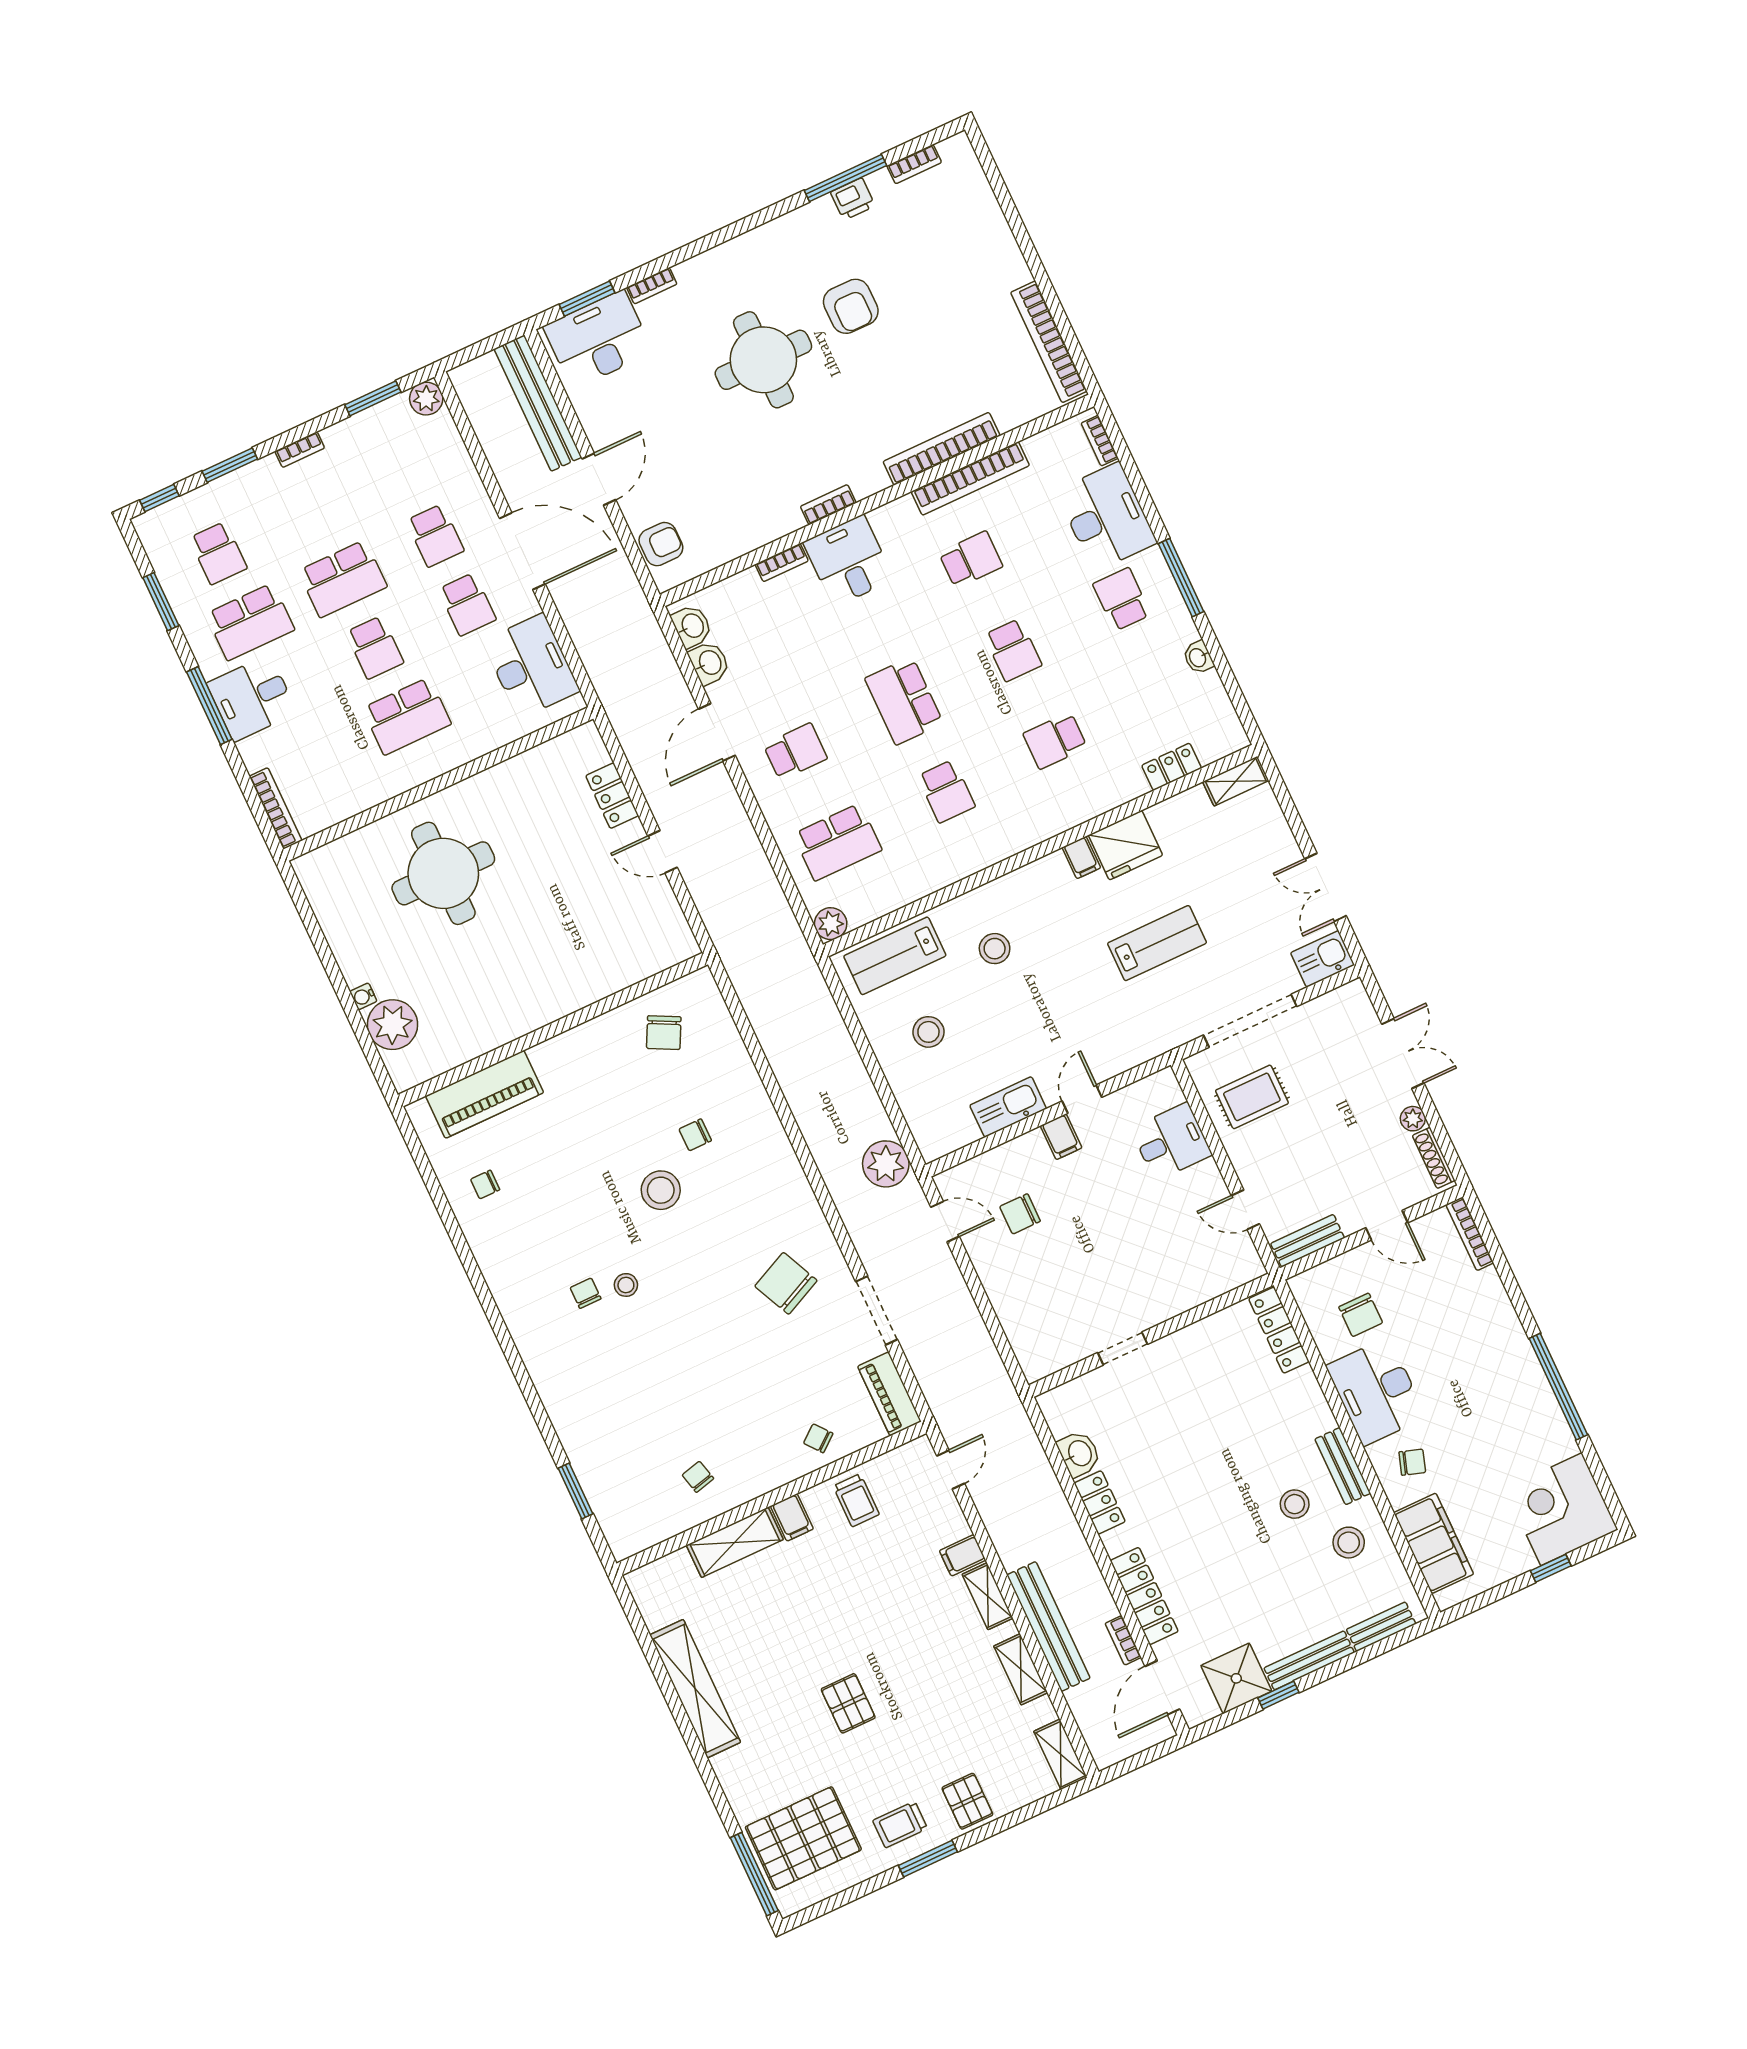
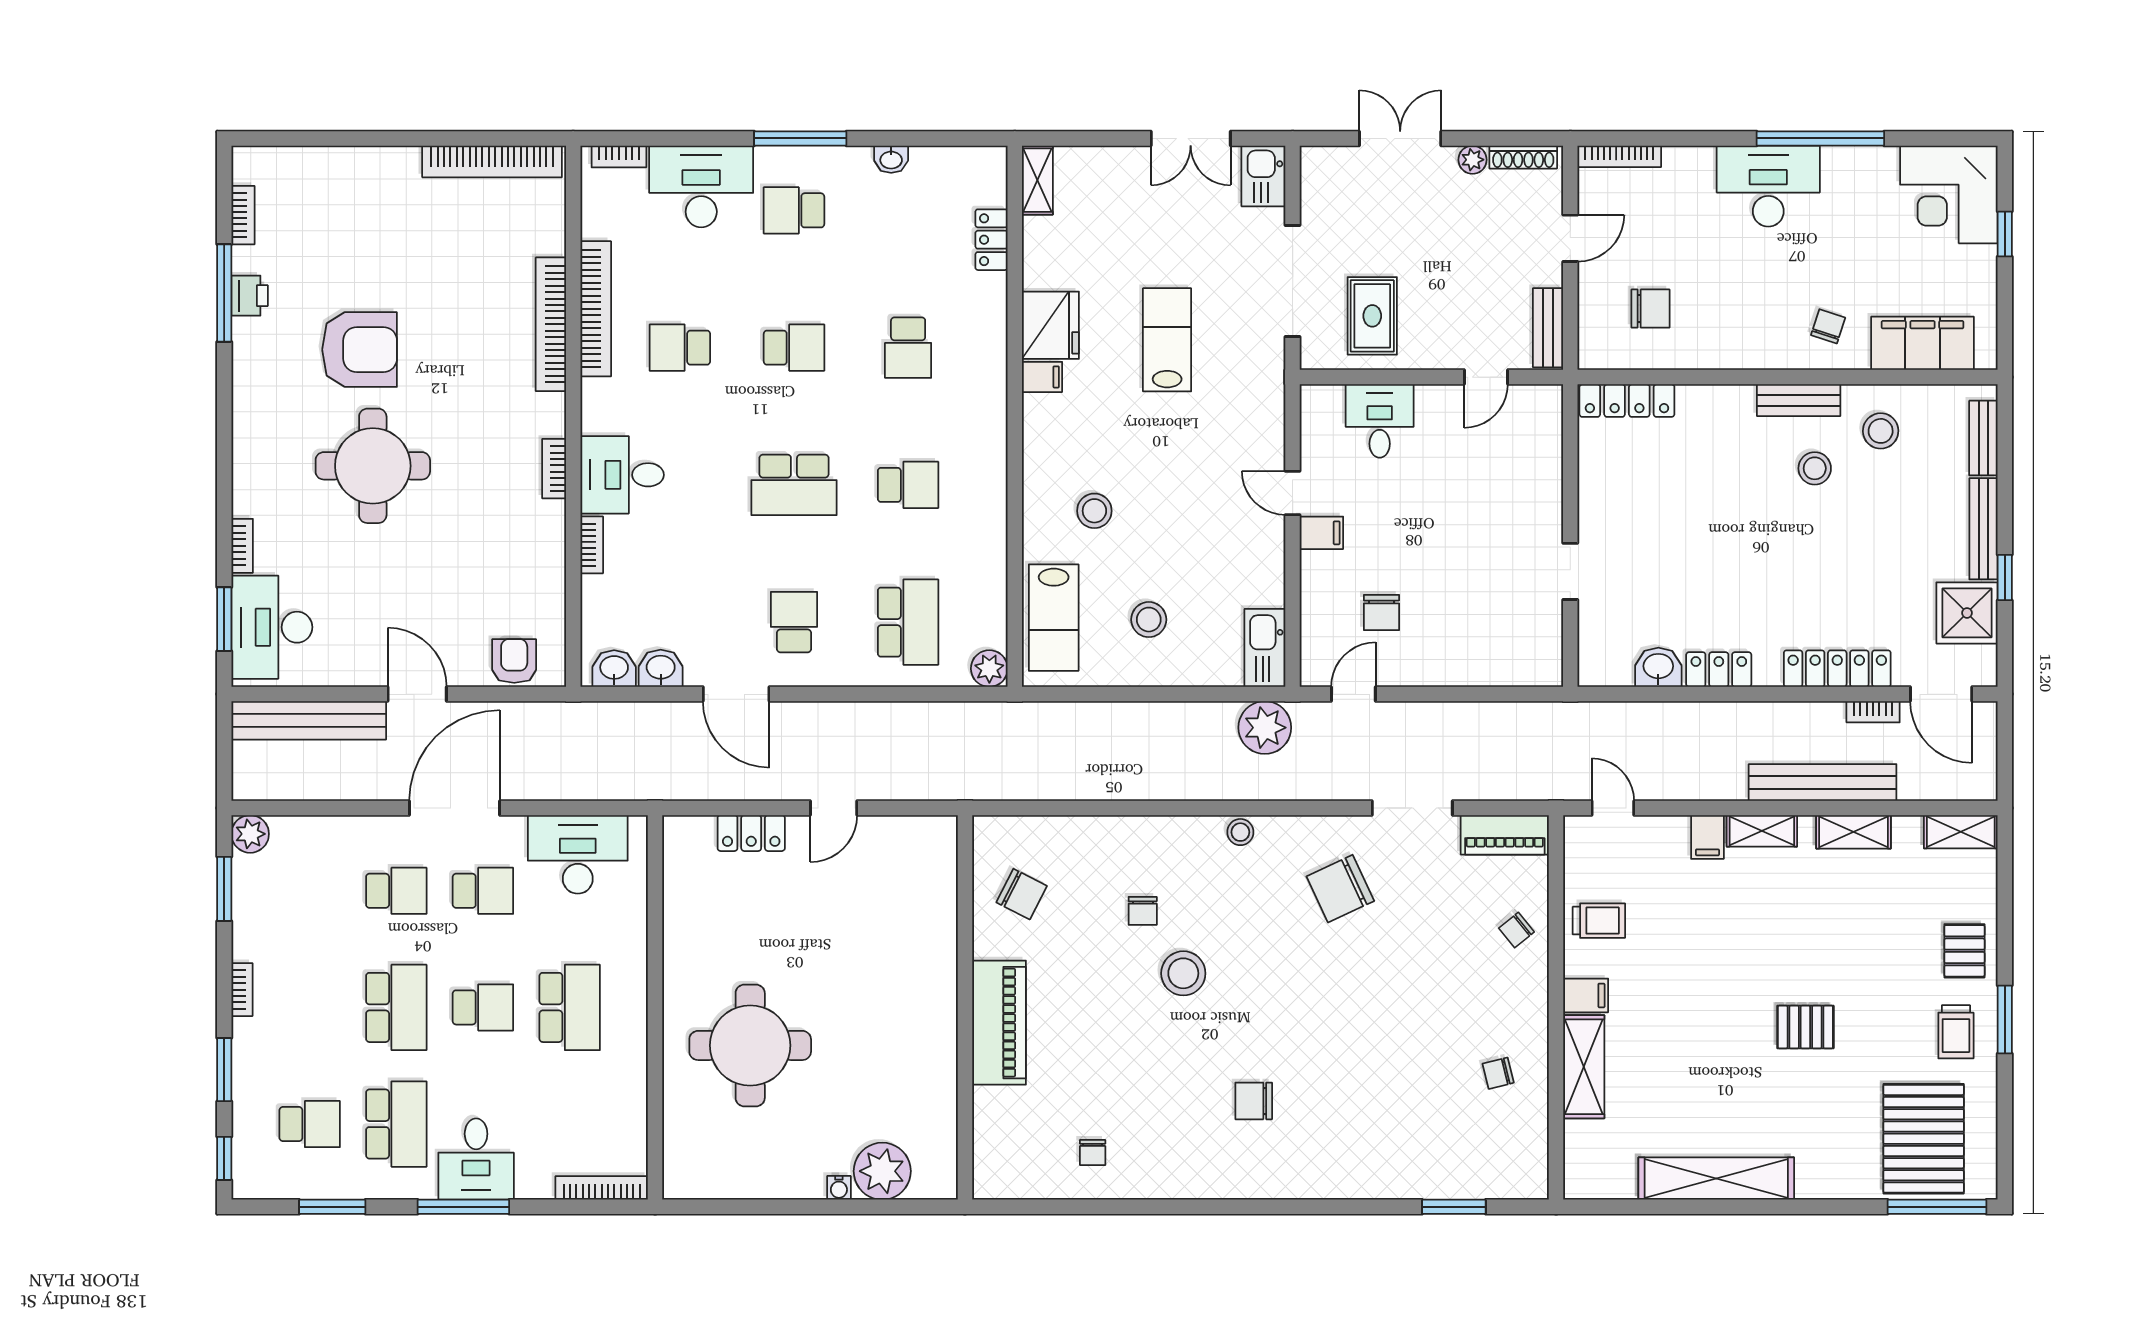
armchair: (851, 306) -> (360, 350), width x1.36, depth x1.36
school desk: (971, 560) -> (680, 348), turned -90
piano: (485, 1094) -> (999, 1023), moved
kitchen sink: (1008, 1107) -> (1265, 648), moved
stool: (626, 1285) -> (1240, 832), moved
chair: (586, 1293) -> (1254, 1101), width x1.37, depth x1.37
desk: (1376, 1391) -> (1768, 186), moved, turned 180
pallet: (967, 1801) -> (1964, 951), turned 90

